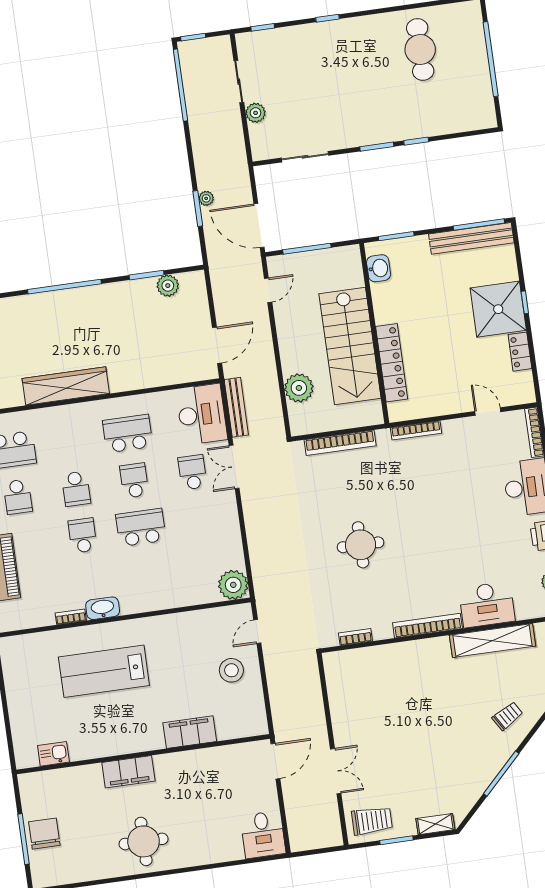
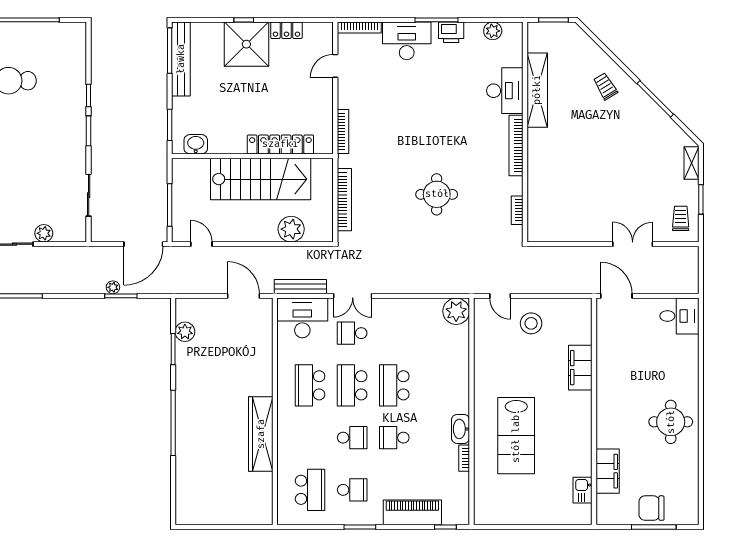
school desk: (134, 480) -> (352, 385), width x1.85
filing cabinet: (128, 772) -> (608, 471), moved
trolley: (372, 821) -> (681, 218), width x0.73, depth x0.72

